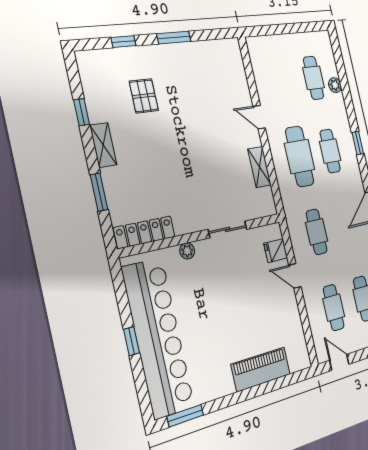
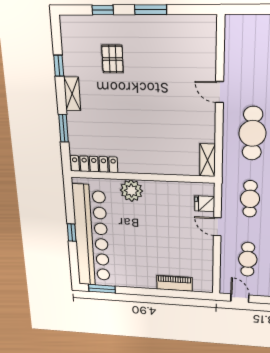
shelving: (259, 167) -> (207, 160), moved
sliding door: (228, 229) -> (164, 178), removed
plant: (187, 251) -> (131, 191), width x1.87, depth x1.87
piano: (261, 369) -> (174, 283), width x0.73, depth x0.75

